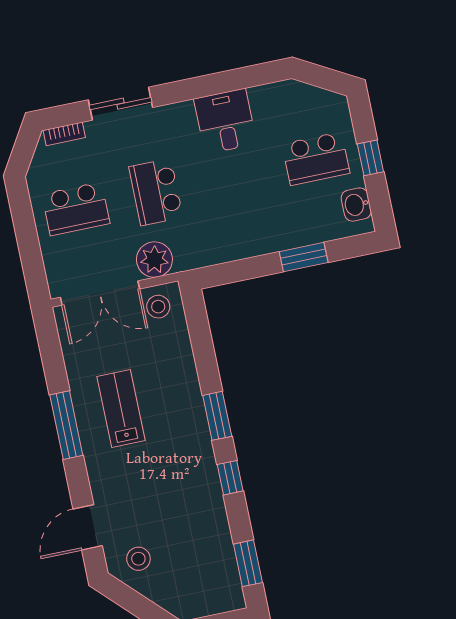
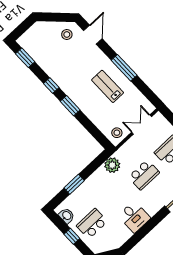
school desk: (156, 192) -> (144, 175), turned 90
plant: (154, 260) -> (112, 165), moved
double door: (100, 293) -> (142, 124), width x0.73
lab bench: (121, 408) -> (108, 86), turned 180

